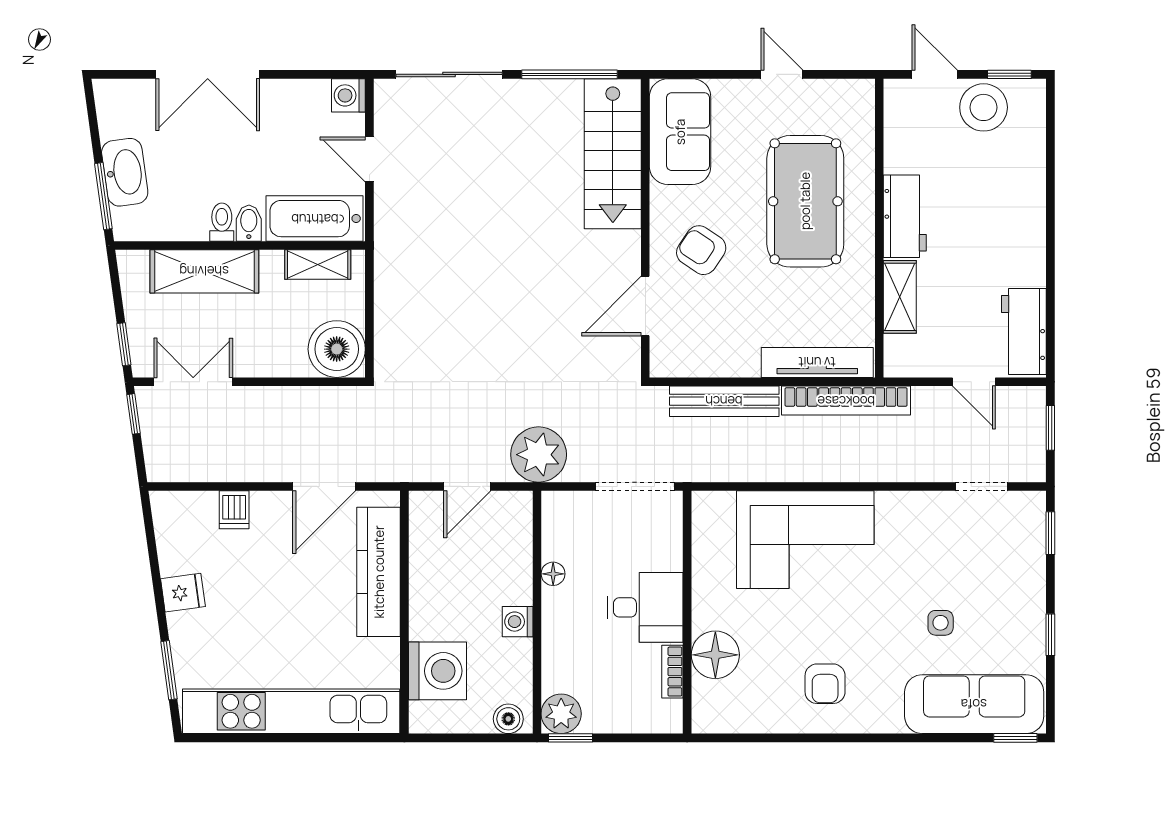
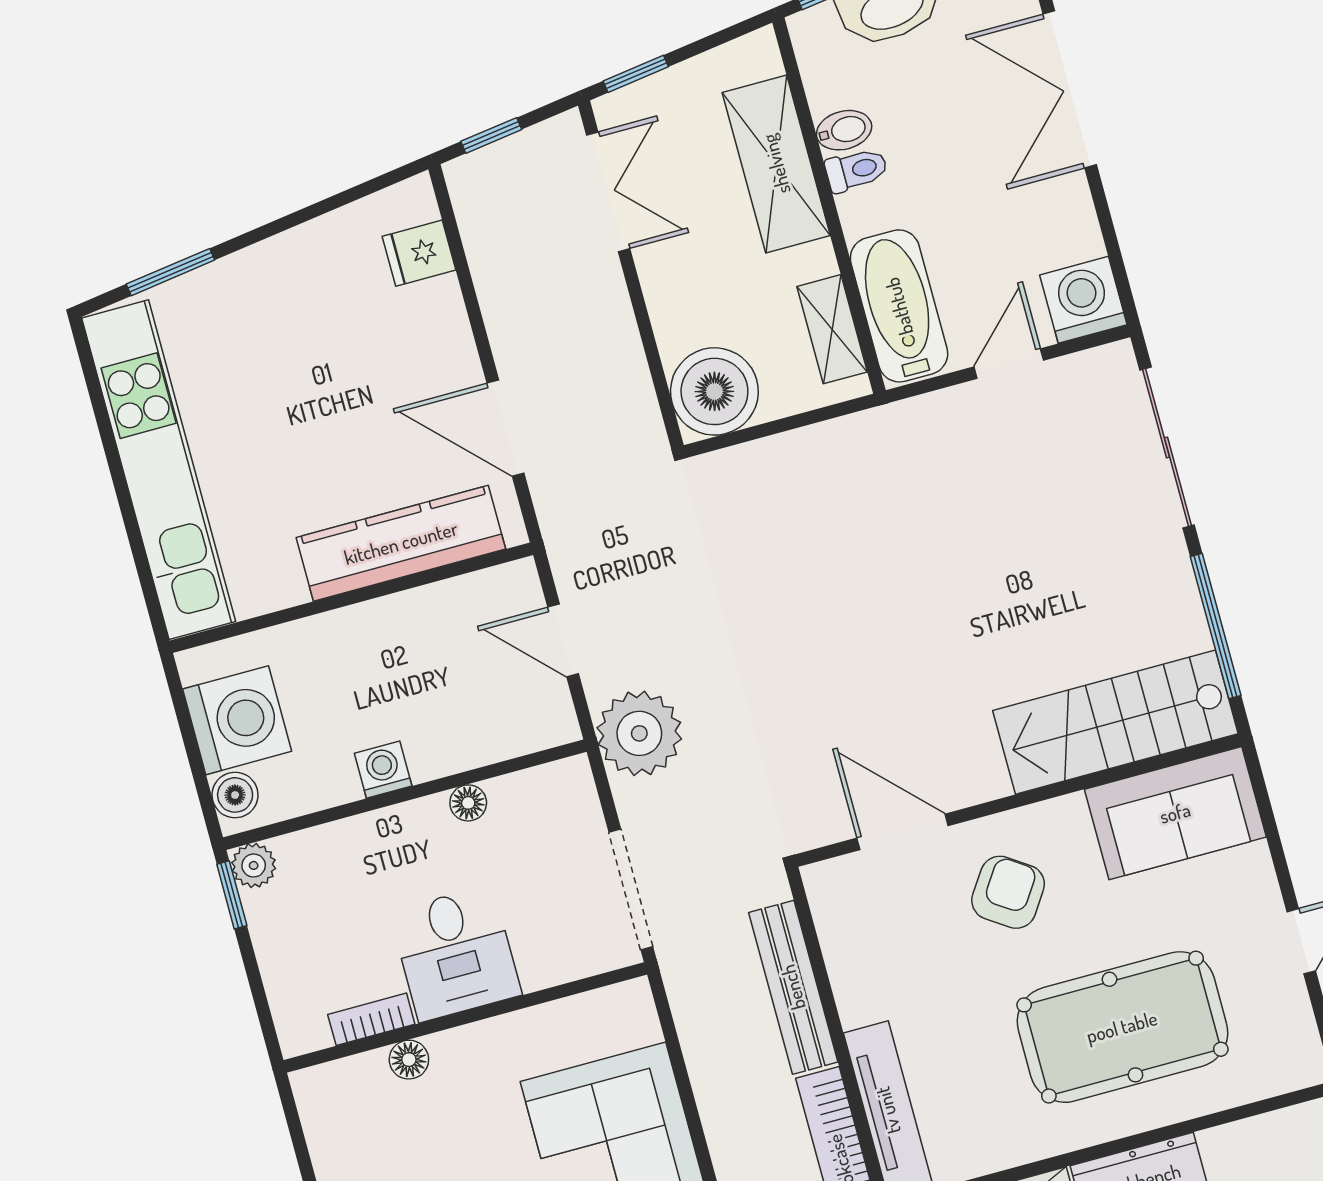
washing machine: (348, 95) -> (1083, 300), width x1.38, depth x1.38
bidet: (249, 223) -> (844, 130), moved
window: (134, 414) -> (491, 135), moved
dishwasher: (234, 510) -> (435, 304), removed
fridge: (183, 593) -> (419, 253), moved, turned 98
floor lamp: (715, 655) -> (409, 1060), width x0.53, depth x0.53
washing machine: (437, 671) -> (237, 720), moved, turned -90
plant: (561, 714) -> (254, 865), width x0.73, depth x0.73

